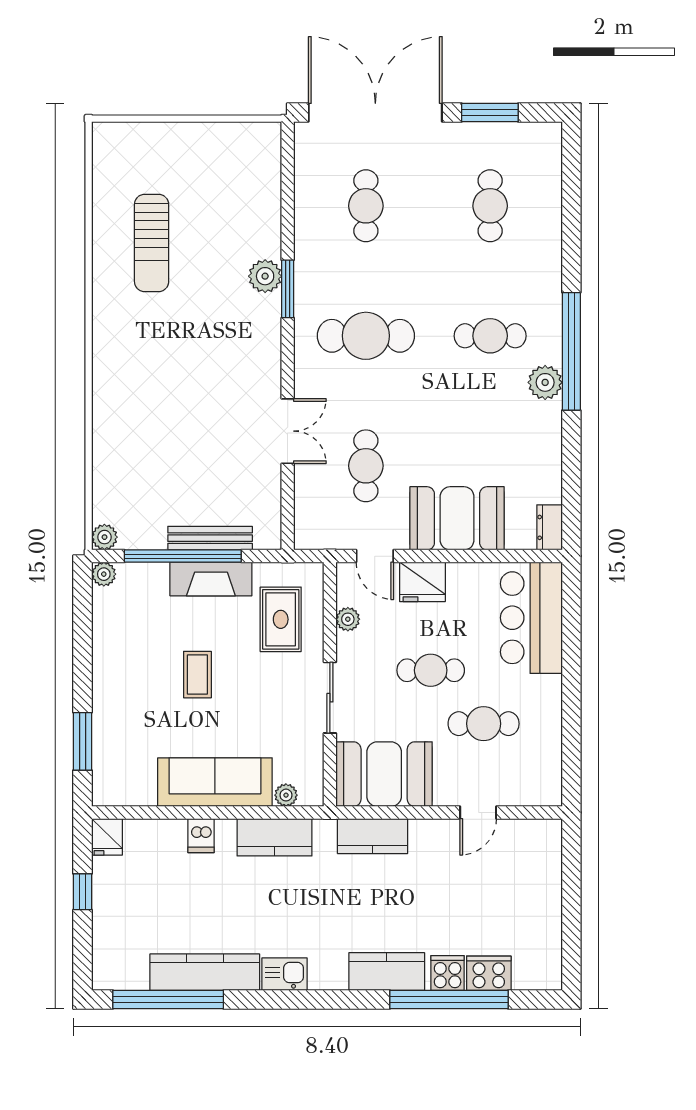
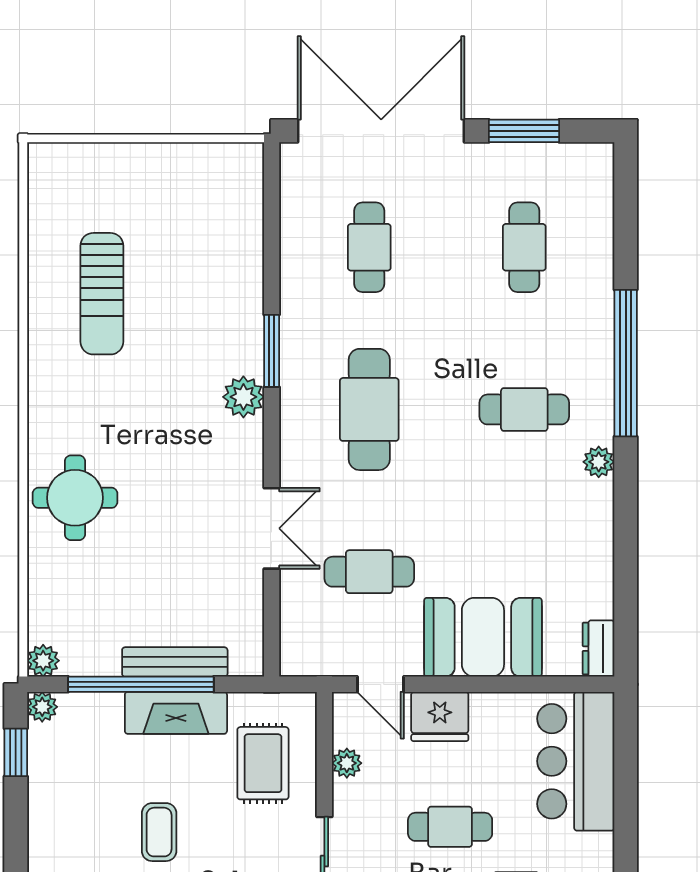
plant: (265, 276) -> (243, 397), moved
cafe table: (366, 336) -> (369, 409), turned 90
window: (571, 351) -> (626, 363), moved
plant: (545, 382) -> (599, 462), width x0.73, depth x0.73
round table: (130, 407) -> (75, 498), added
cafe table: (366, 466) -> (369, 572), turned 90
window: (83, 611) -> (16, 752), added

